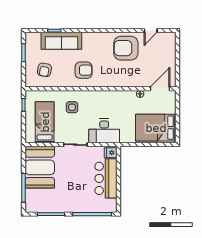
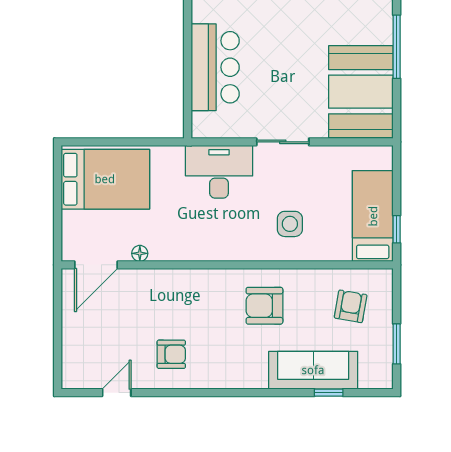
armchair: (126, 48) -> (171, 354), width x0.53, depth x0.53
bed: (45, 122) -> (373, 216), moved, turned 180
fridge: (111, 153) -> (205, 124), removed

